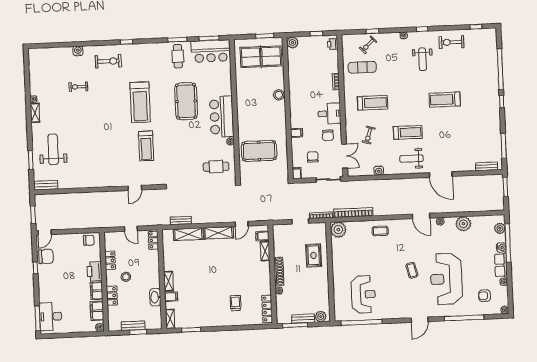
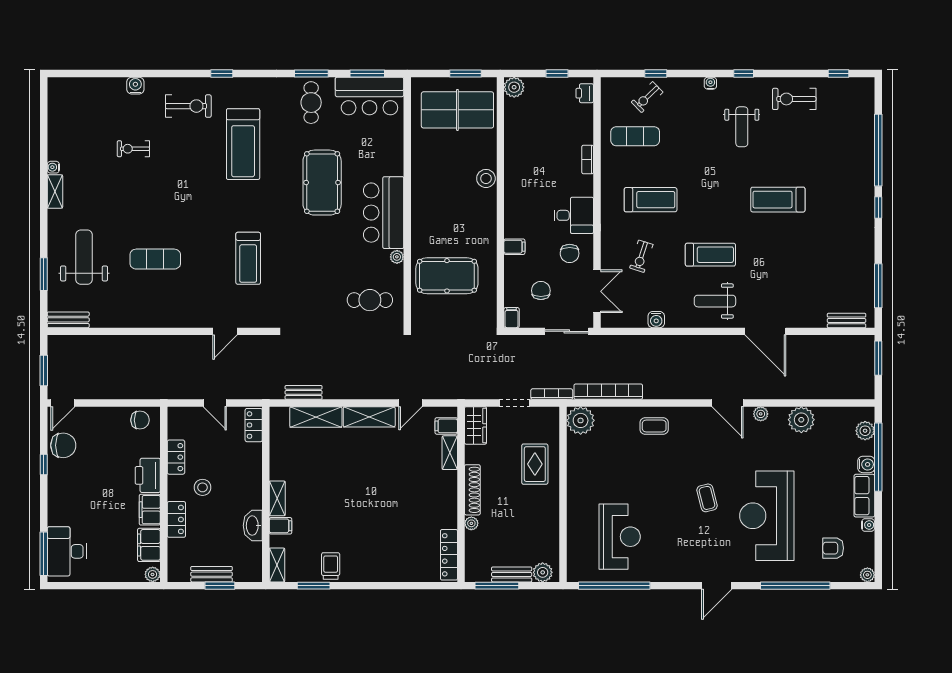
treadmill: (140, 102) -> (243, 144), moved
exercise mat: (93, 149) -> (155, 259), added
wardrobe: (279, 235) -> (475, 425), added
trolley: (236, 303) -> (331, 566), moved

